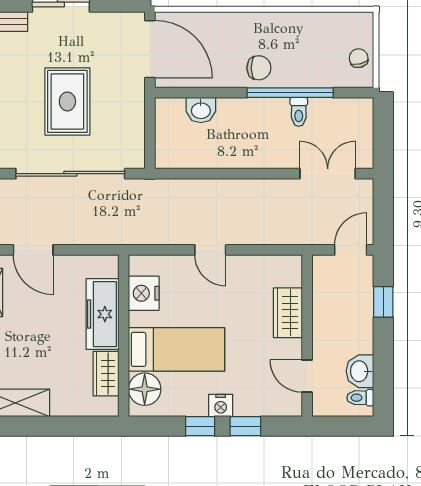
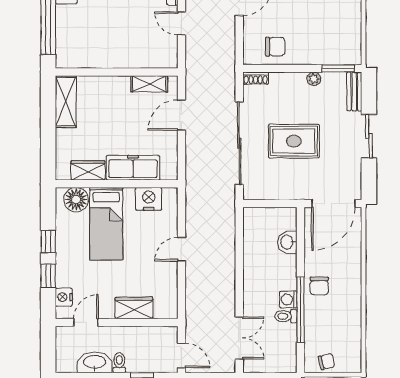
washing machine: (277, 109) -> (288, 299), added
washbasin: (360, 371) -> (94, 362), width x1.38
toilet: (360, 398) -> (119, 363), moved
nightstand: (221, 405) -> (64, 297), moved

